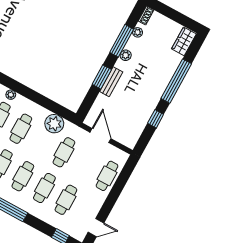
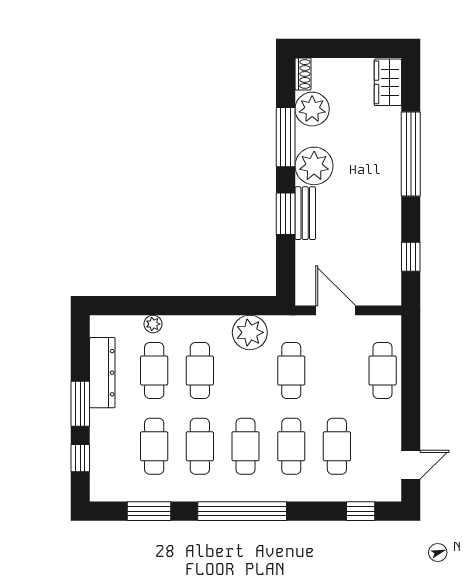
plant: (138, 32) -> (312, 109), width x1.88, depth x1.88
plant: (126, 55) -> (314, 166), width x1.88, depth x1.88
window: (156, 119) -> (411, 257), moved

